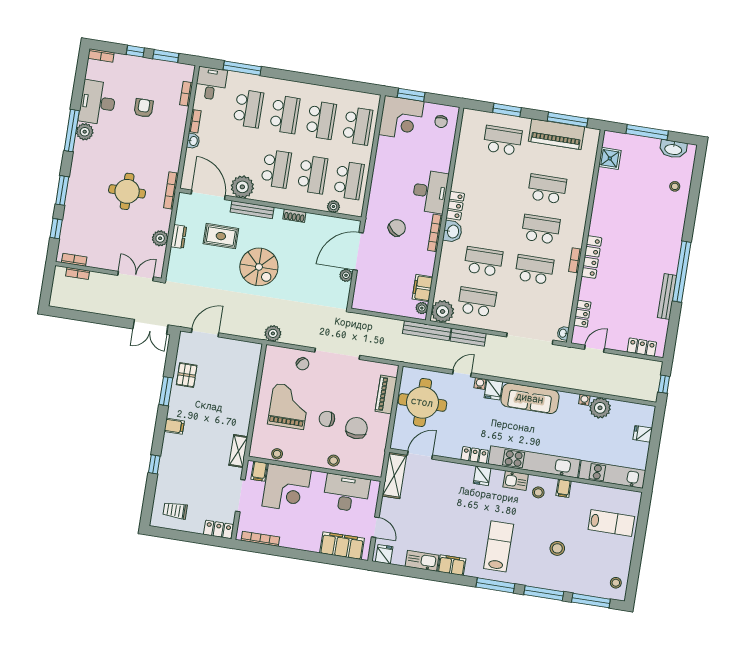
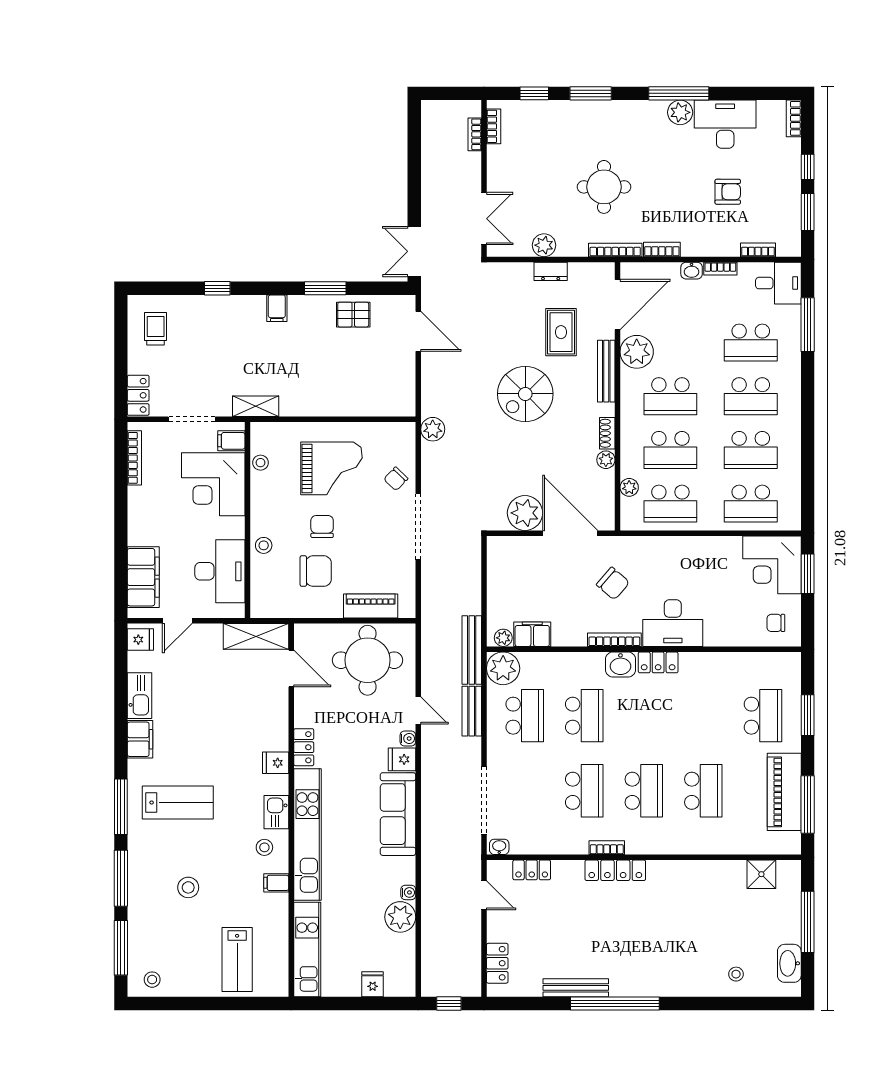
bookcase: (176, 159) -> (662, 249), added
plant: (312, 219) -> (606, 460), added
plant: (346, 275) -> (525, 513), width x1.88, depth x1.88

